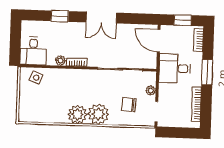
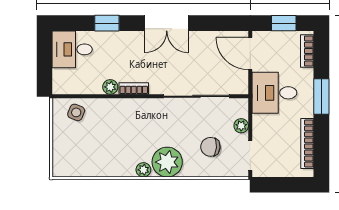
desk: (33, 51) -> (72, 49), moved, turned 90
plant: (77, 114) -> (143, 170), width x0.53, depth x0.53

